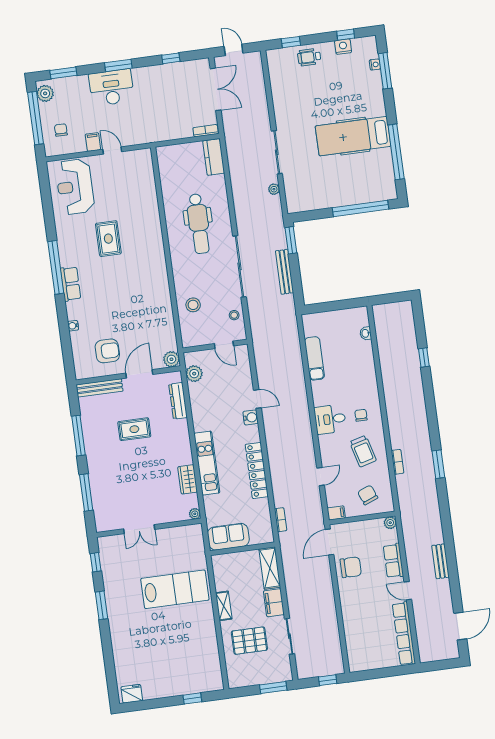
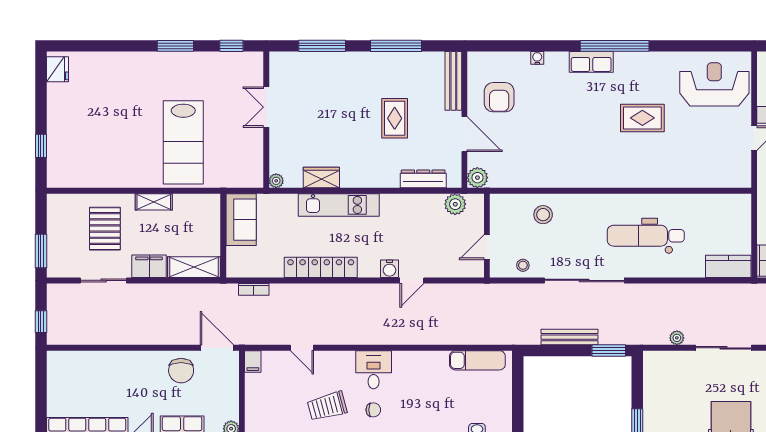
exam couch: (314, 358) -> (477, 360), moved
chair: (368, 495) -> (270, 405), removed

